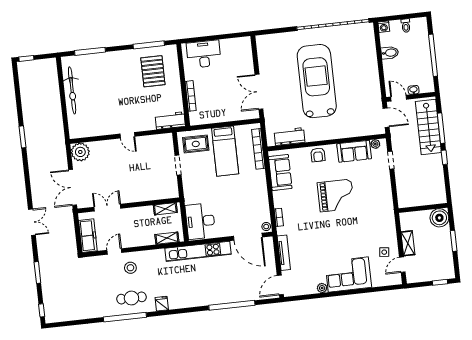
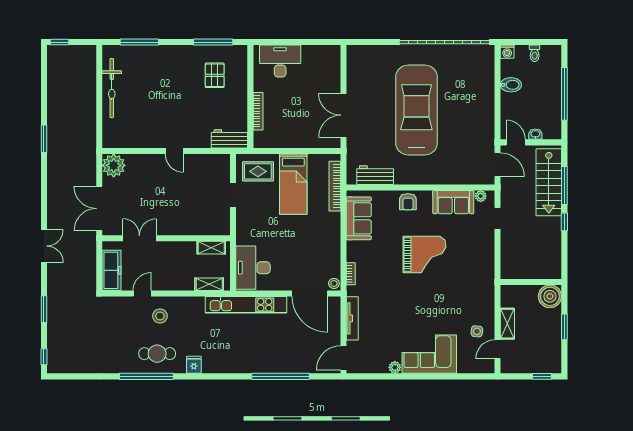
pallet: (153, 71) -> (215, 75), width x0.67, depth x0.71

